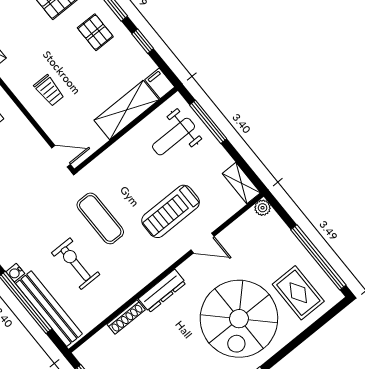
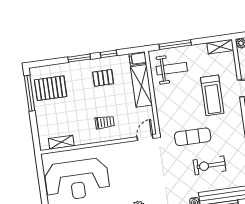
pallet: (95, 32) -> (103, 78), moved
weight bench: (174, 137) -> (172, 69), turned -90

